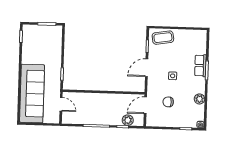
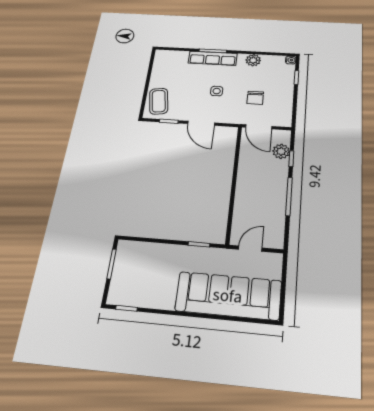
row of seats: (200, 66) -> (213, 58), width x1.48

